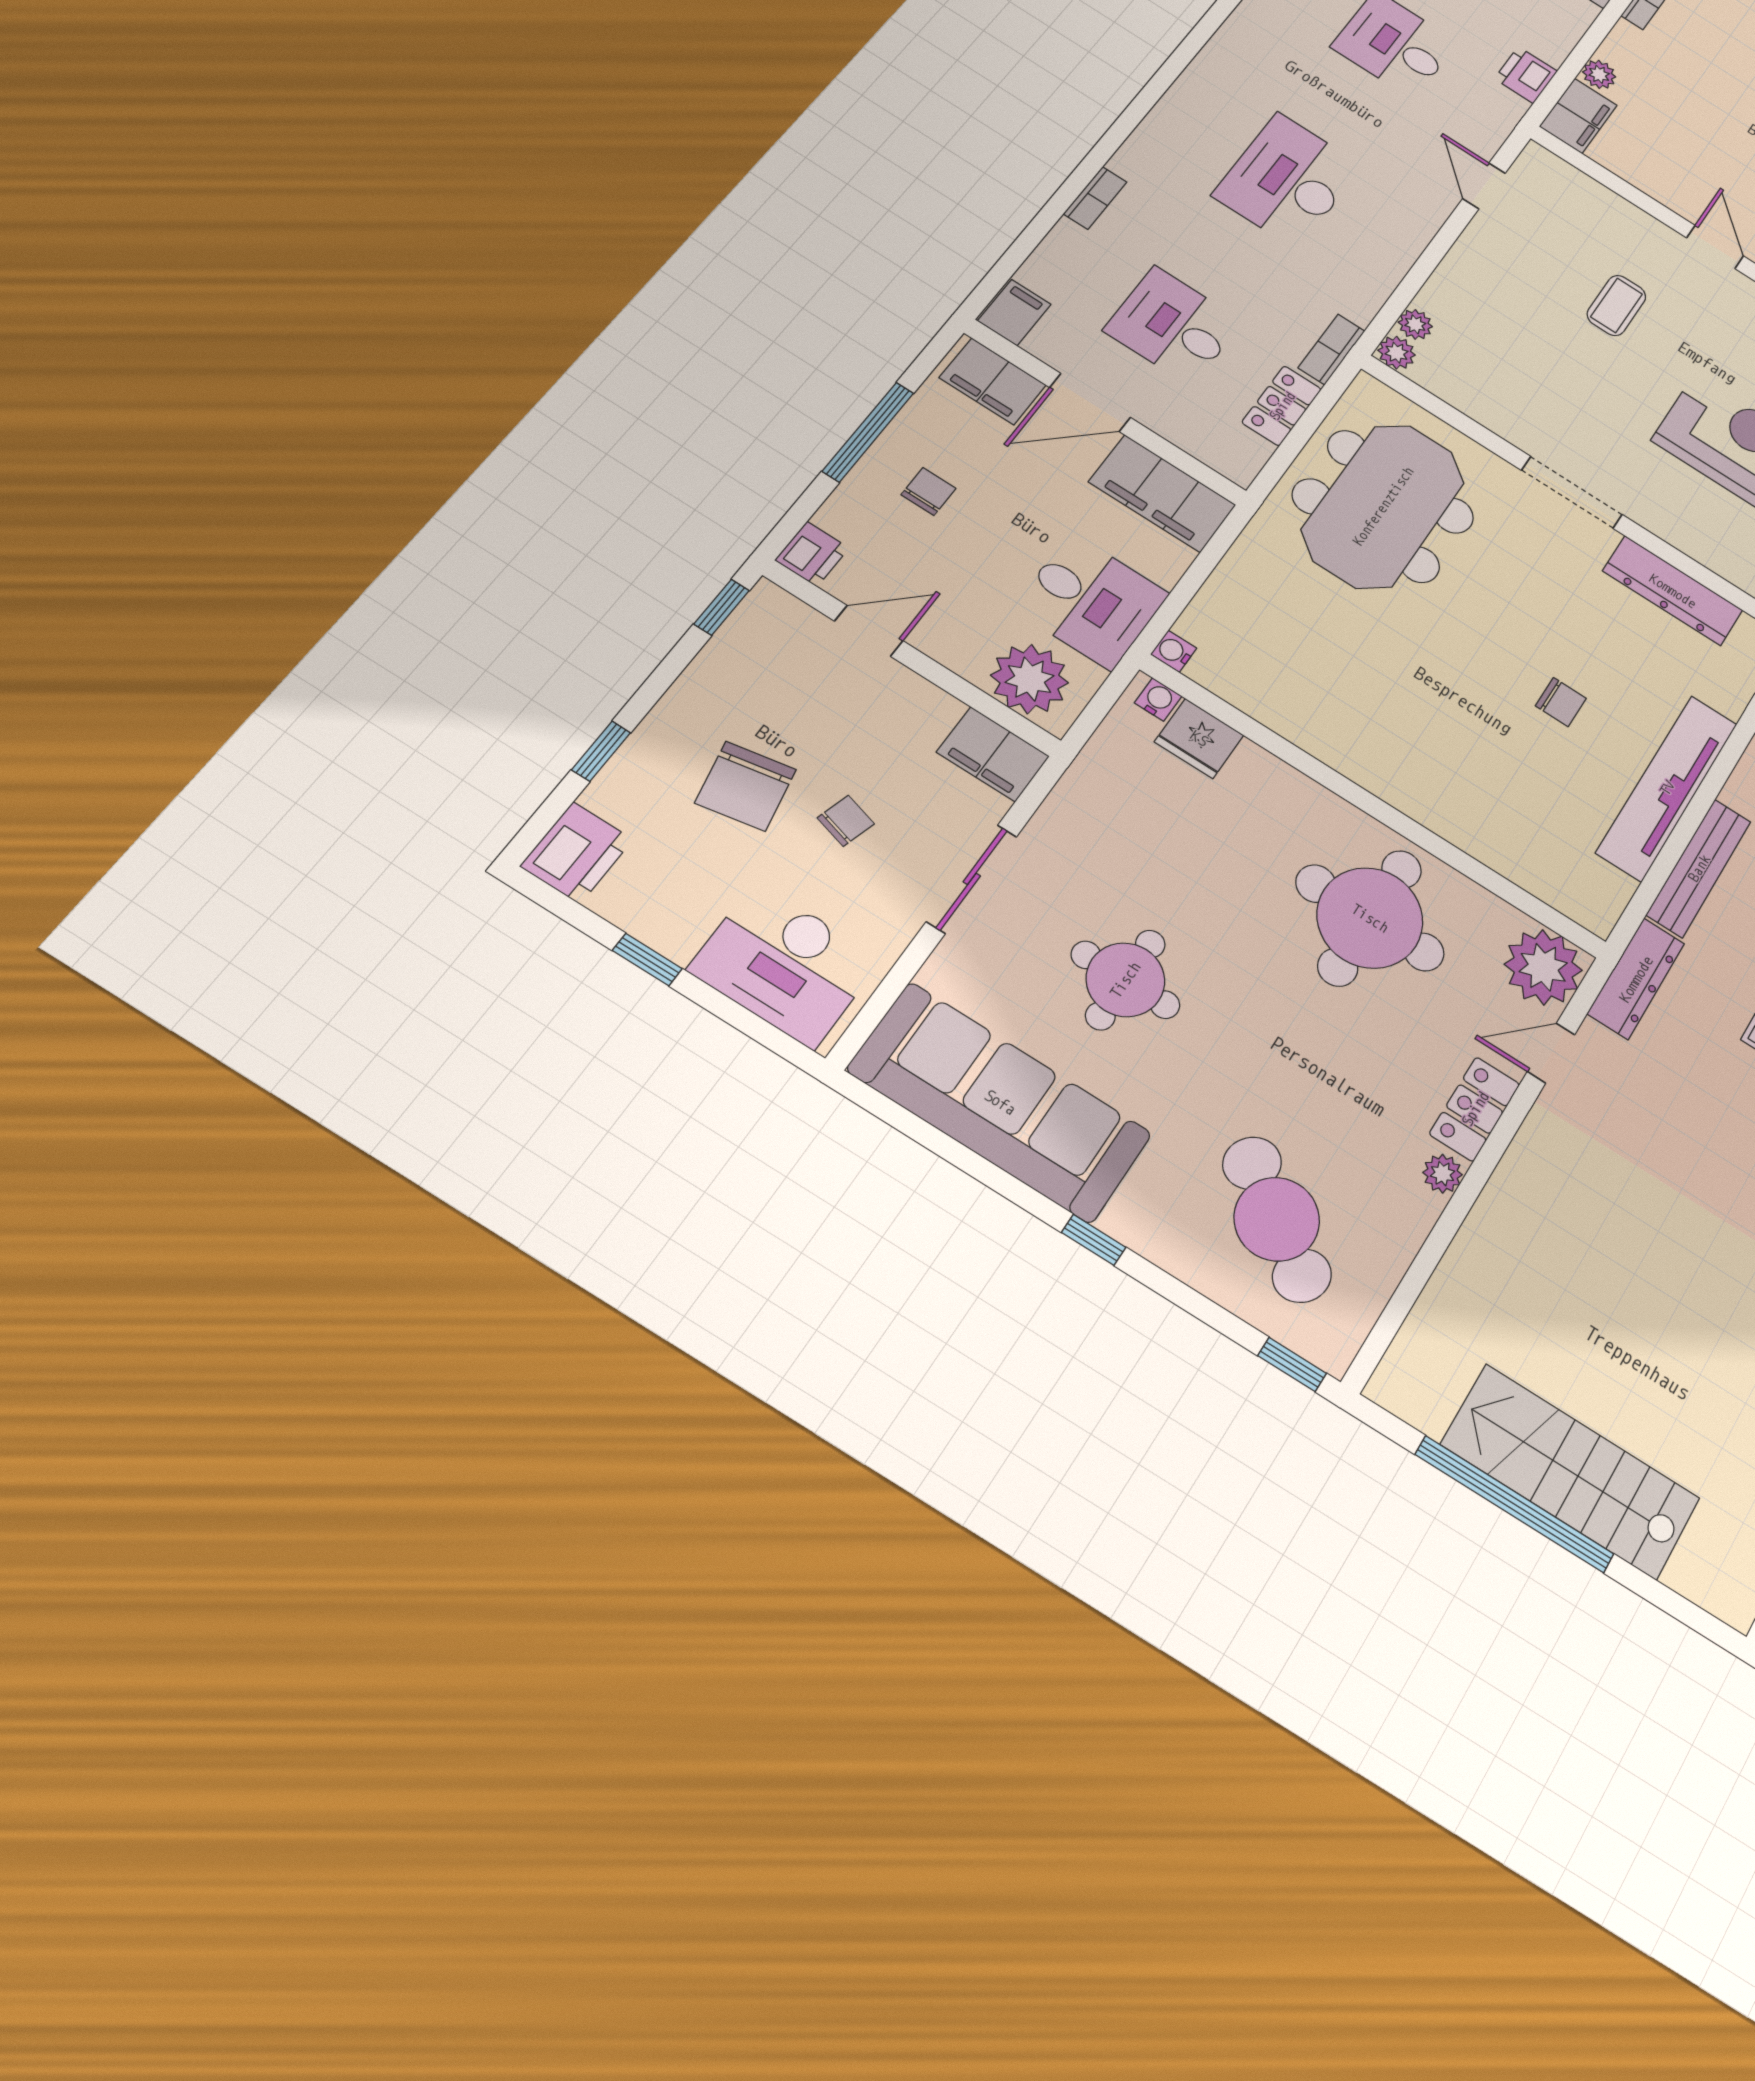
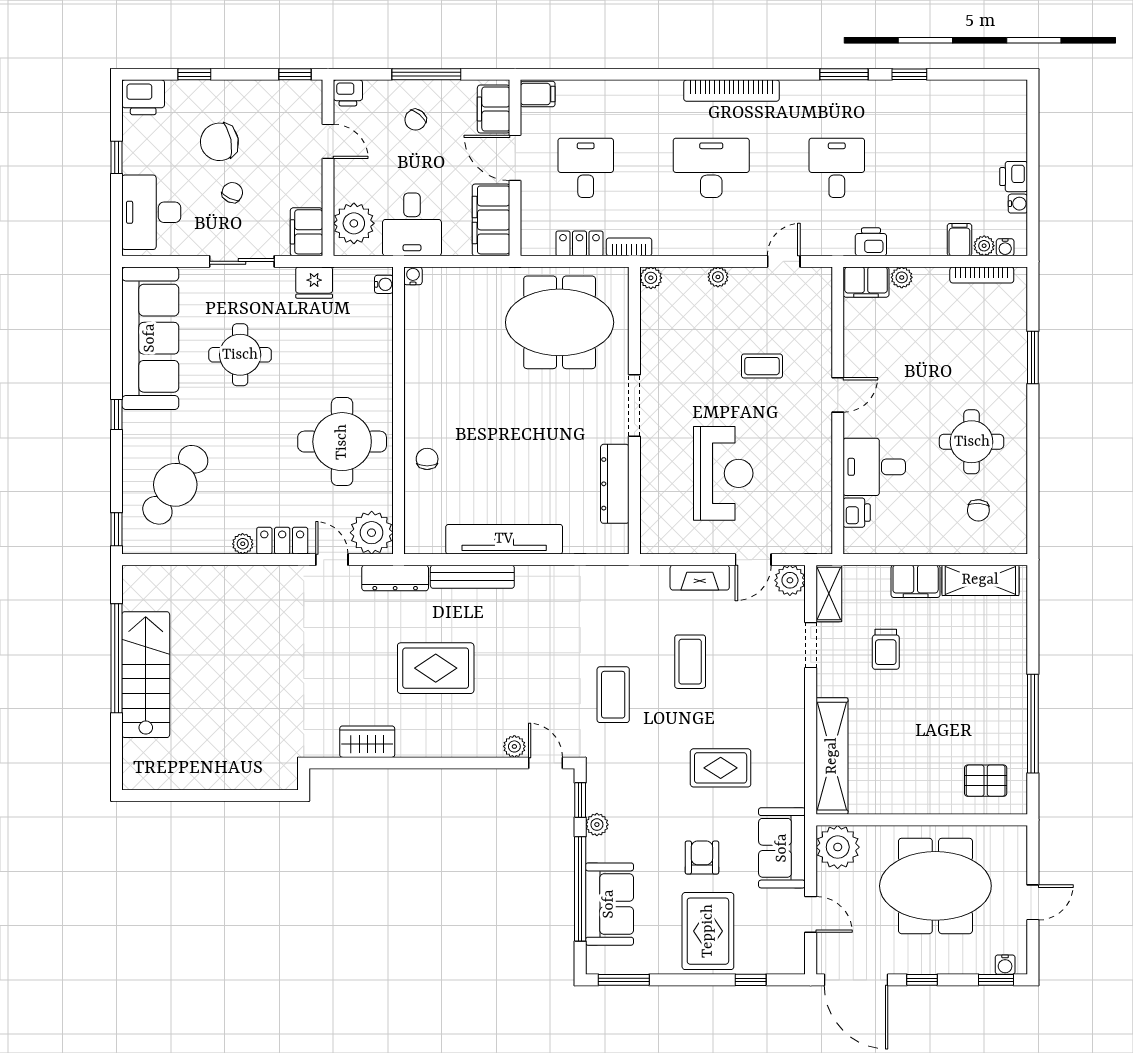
bookcase: (1095, 198) -> (732, 91), moved, width x2.31, depth x1.31
plant: (1415, 324) -> (718, 277), moved
chair: (928, 492) -> (415, 120), turned 130
chair: (1561, 702) -> (427, 459), moved, turned 180
fridge: (1199, 738) -> (314, 283), moved, turned -90
chair: (846, 821) -> (232, 193), turned -81

